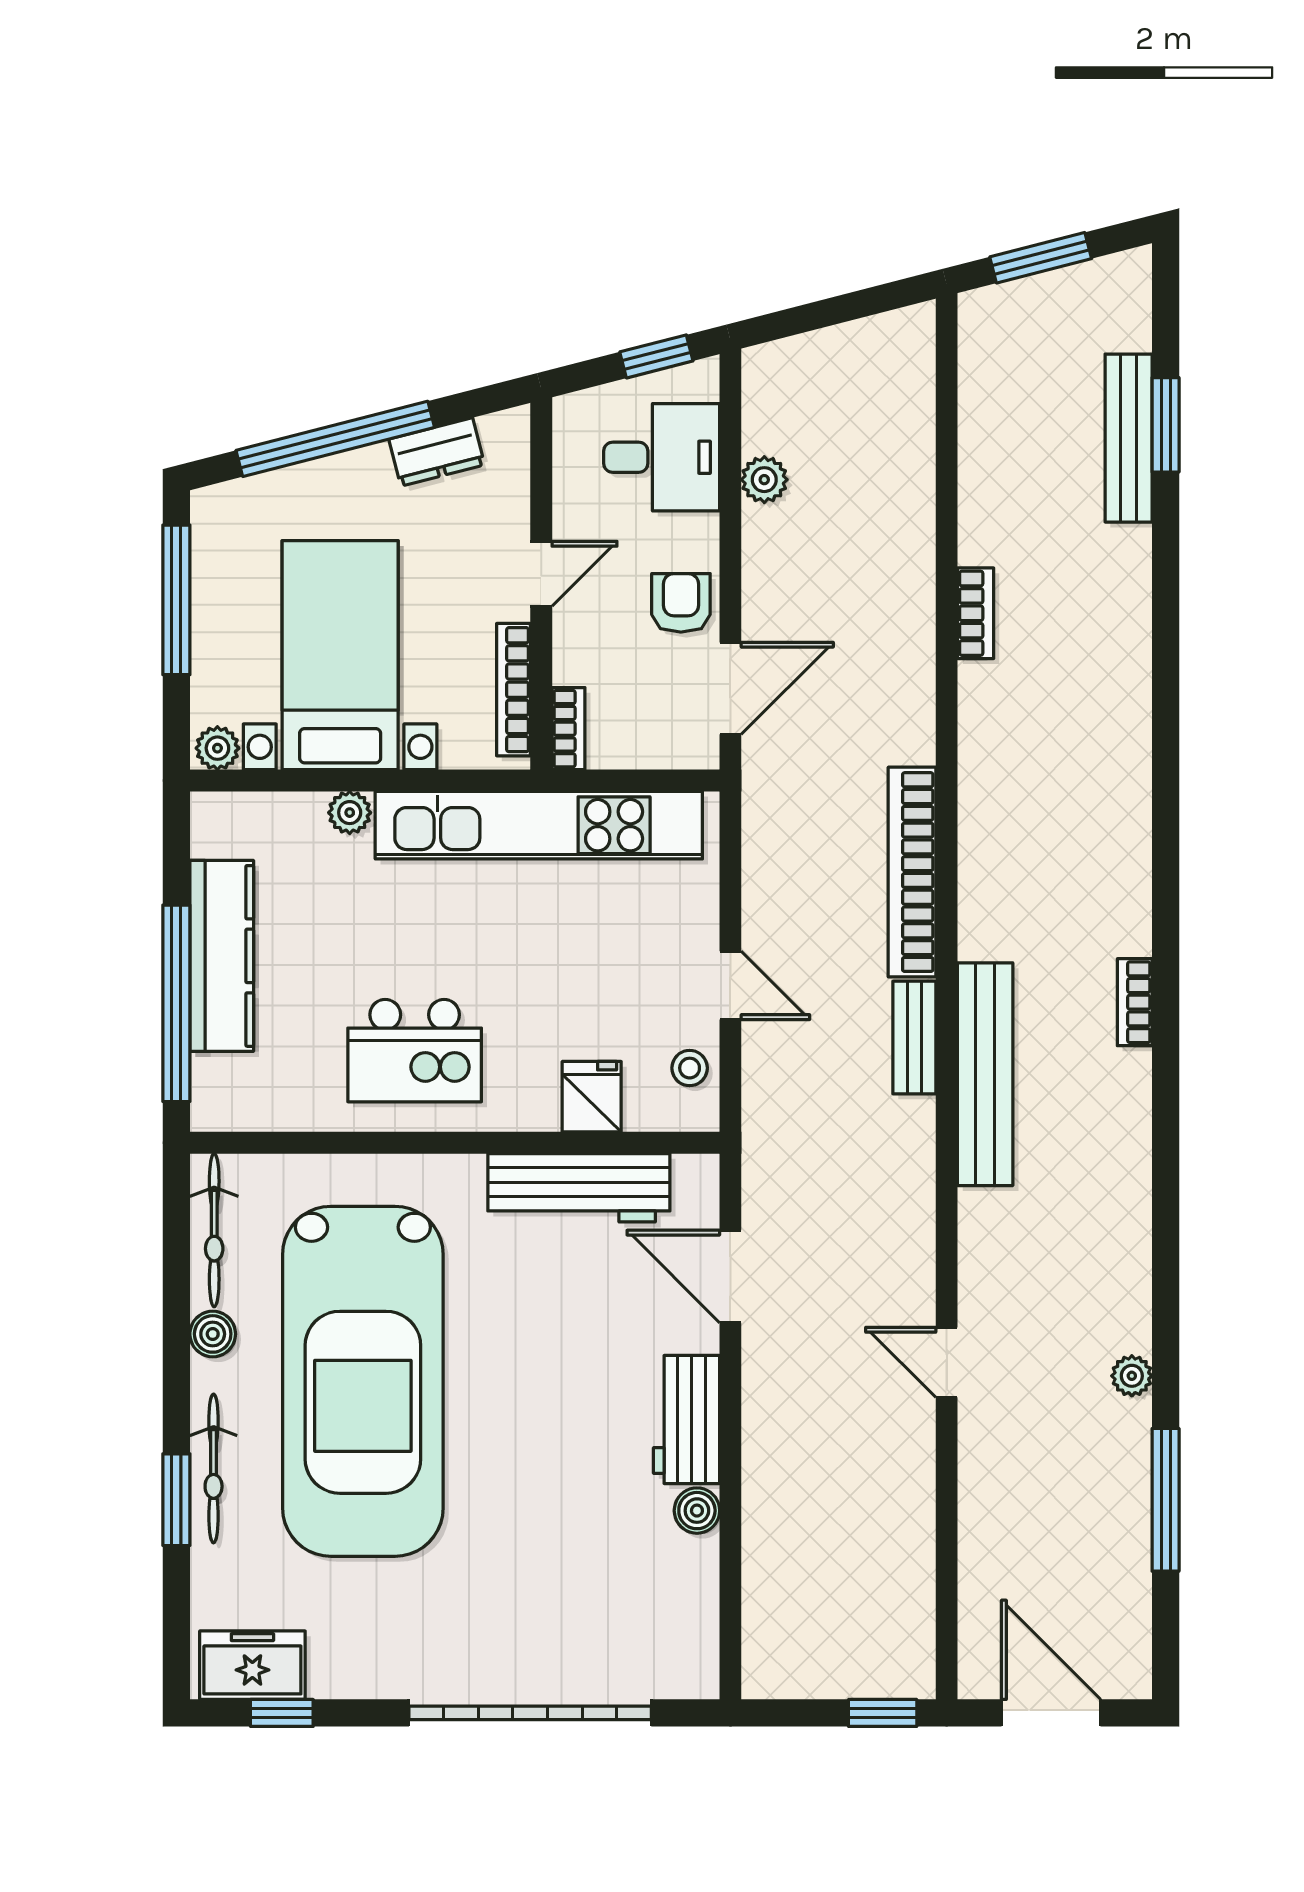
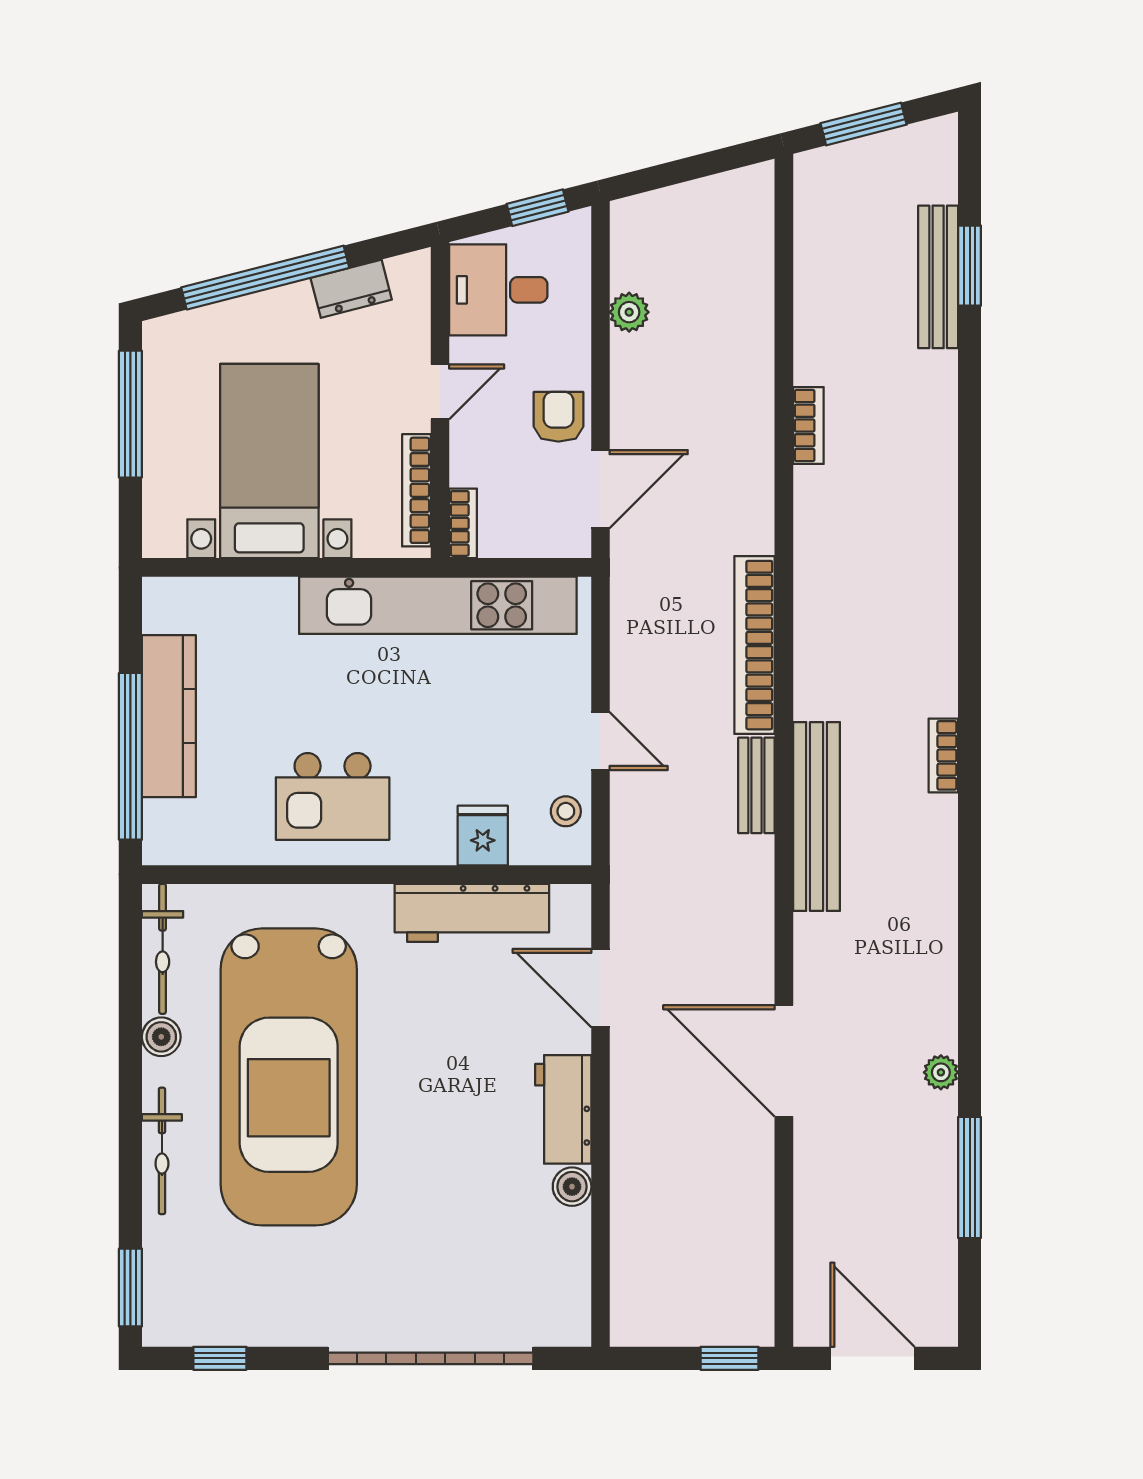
desk: (662, 457) -> (498, 290), moved, turned 180
plant: (217, 748) -> (165, 540), removed
plant: (350, 813) -> (277, 595), removed
door: (947, 1362) -> (784, 1061), width x1.87
window: (176, 1500) -> (130, 1287), moved
freezer: (252, 1665) -> (195, 1318), removed

